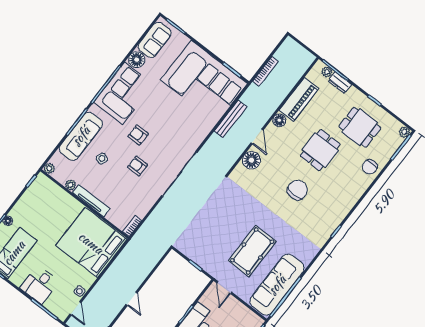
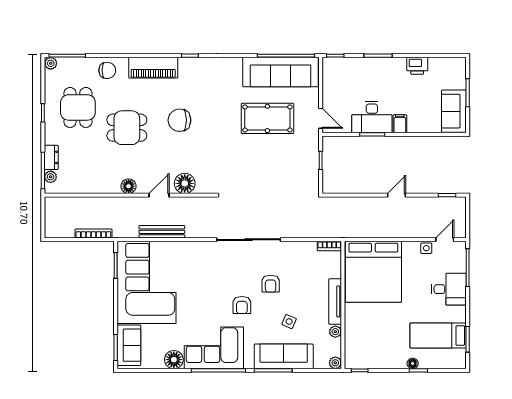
sofa: (155, 40) -> (129, 345), moved, turned 90
piano: (299, 99) -> (153, 68), moved, turned 180
door: (224, 288) -> (321, 118), hinge flipped

